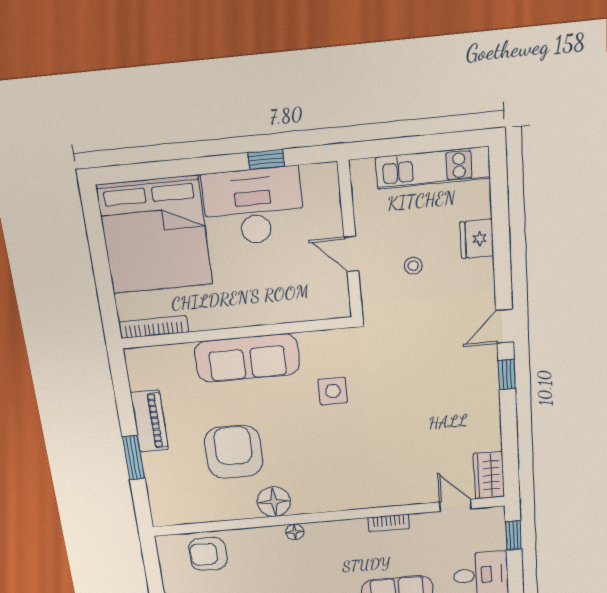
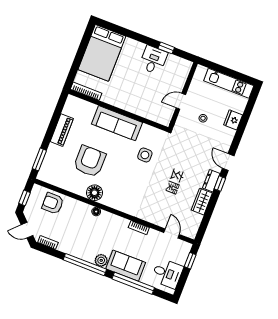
desk: (253, 206) -> (153, 60), width x0.53, depth x0.77
bed: (155, 235) -> (102, 53), width x0.73
door: (351, 254) -> (181, 101), hinge flipped
door: (505, 326) -> (228, 162), hinge flipped
dresser: (487, 377) -> (211, 181), added
window: (134, 458) -> (39, 159), moved
wardrobe: (489, 475) -> (202, 202), moved
window: (152, 568) -> (25, 198), added

